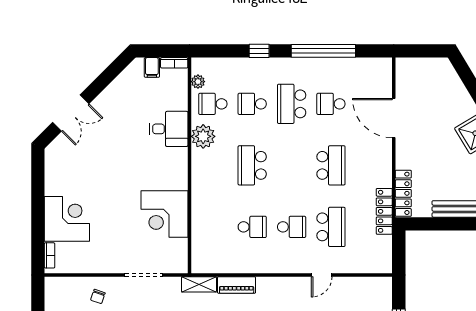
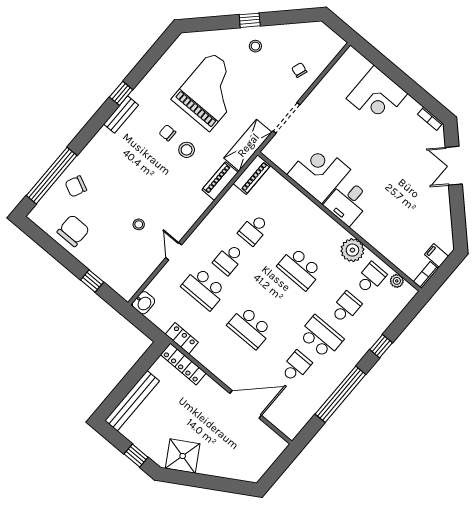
desk: (169, 129) -> (348, 202), moved
school desk: (252, 165) -> (300, 269), turned 180
locker: (384, 211) -> (182, 338), width x0.66
bookcase: (50, 255) -> (430, 119), moved
piano: (211, 265) -> (252, 175), added
washbasin: (382, 265) -> (144, 303), added
shelving: (199, 284) -> (248, 145), width x1.50, depth x1.33

